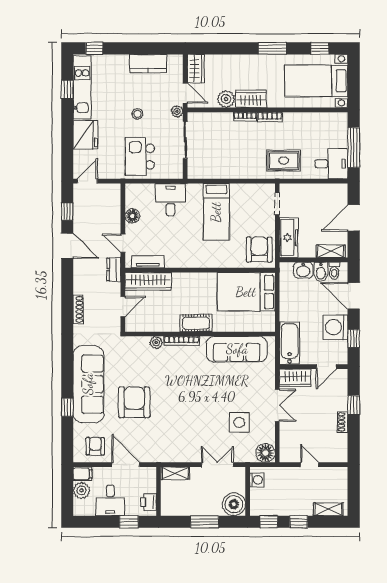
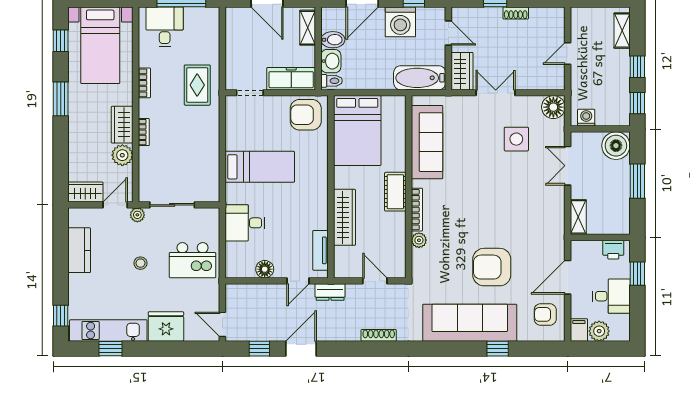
bookcase: (270, 117) -> (144, 83), moved
desk: (331, 164) -> (165, 27), moved
toilet: (334, 271) -> (332, 81), moved
wardrobe: (148, 281) -> (344, 217), moved

